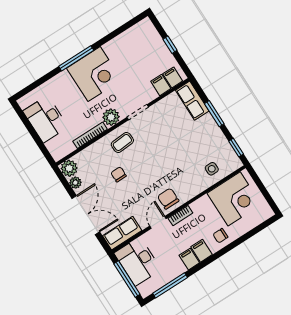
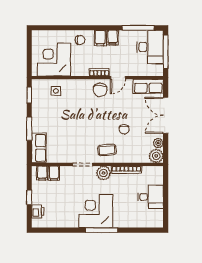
printer: (152, 36) -> (38, 211), added
desk: (46, 119) -> (151, 197), width x0.73
desk: (138, 261) -> (150, 47), moved

